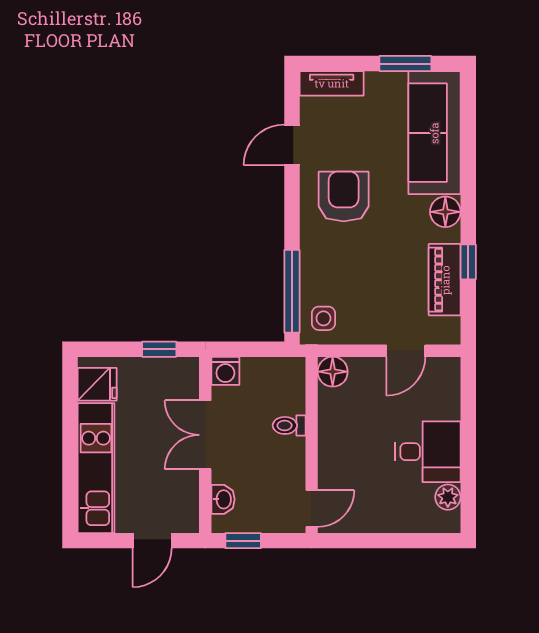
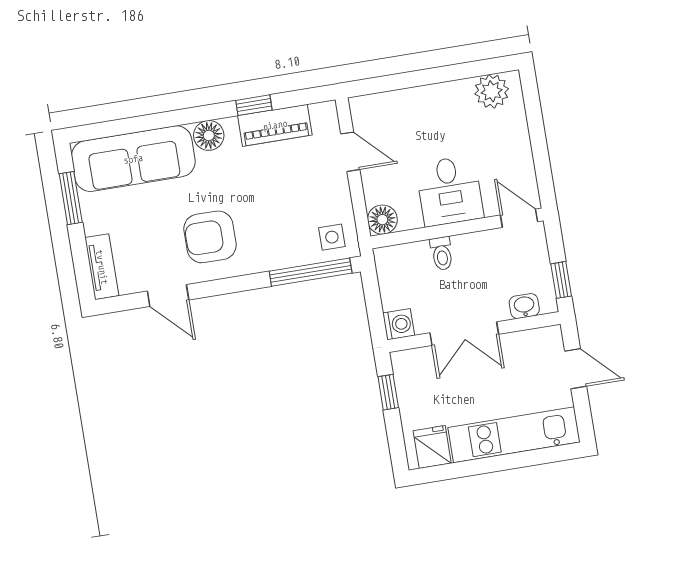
desk: (428, 452) -> (450, 191), moved, turned 180
plant: (448, 497) -> (492, 91), width x1.38, depth x1.38

